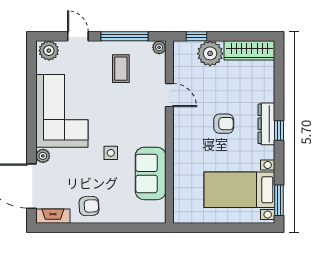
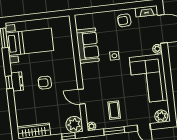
window: (125, 36) -> (114, 131), width x0.69
plant: (210, 53) -> (74, 124), moved
dresser: (266, 124) -> (17, 82), width x0.70

